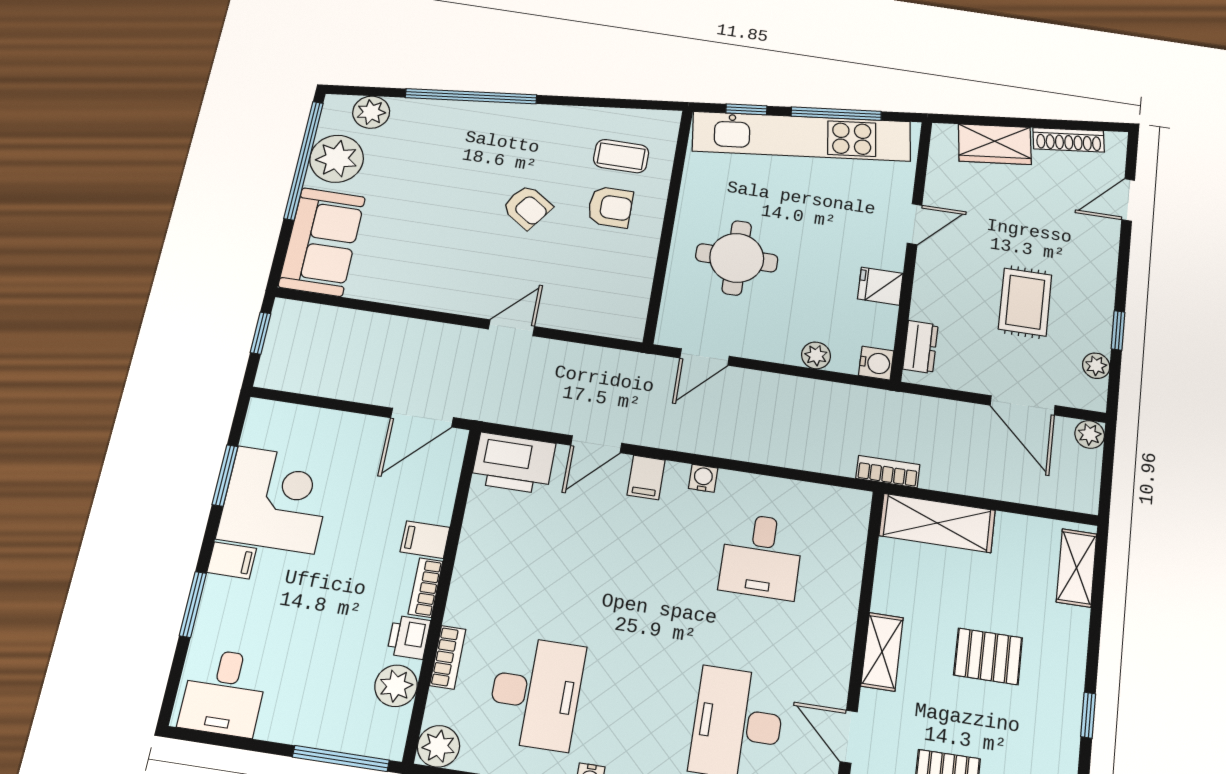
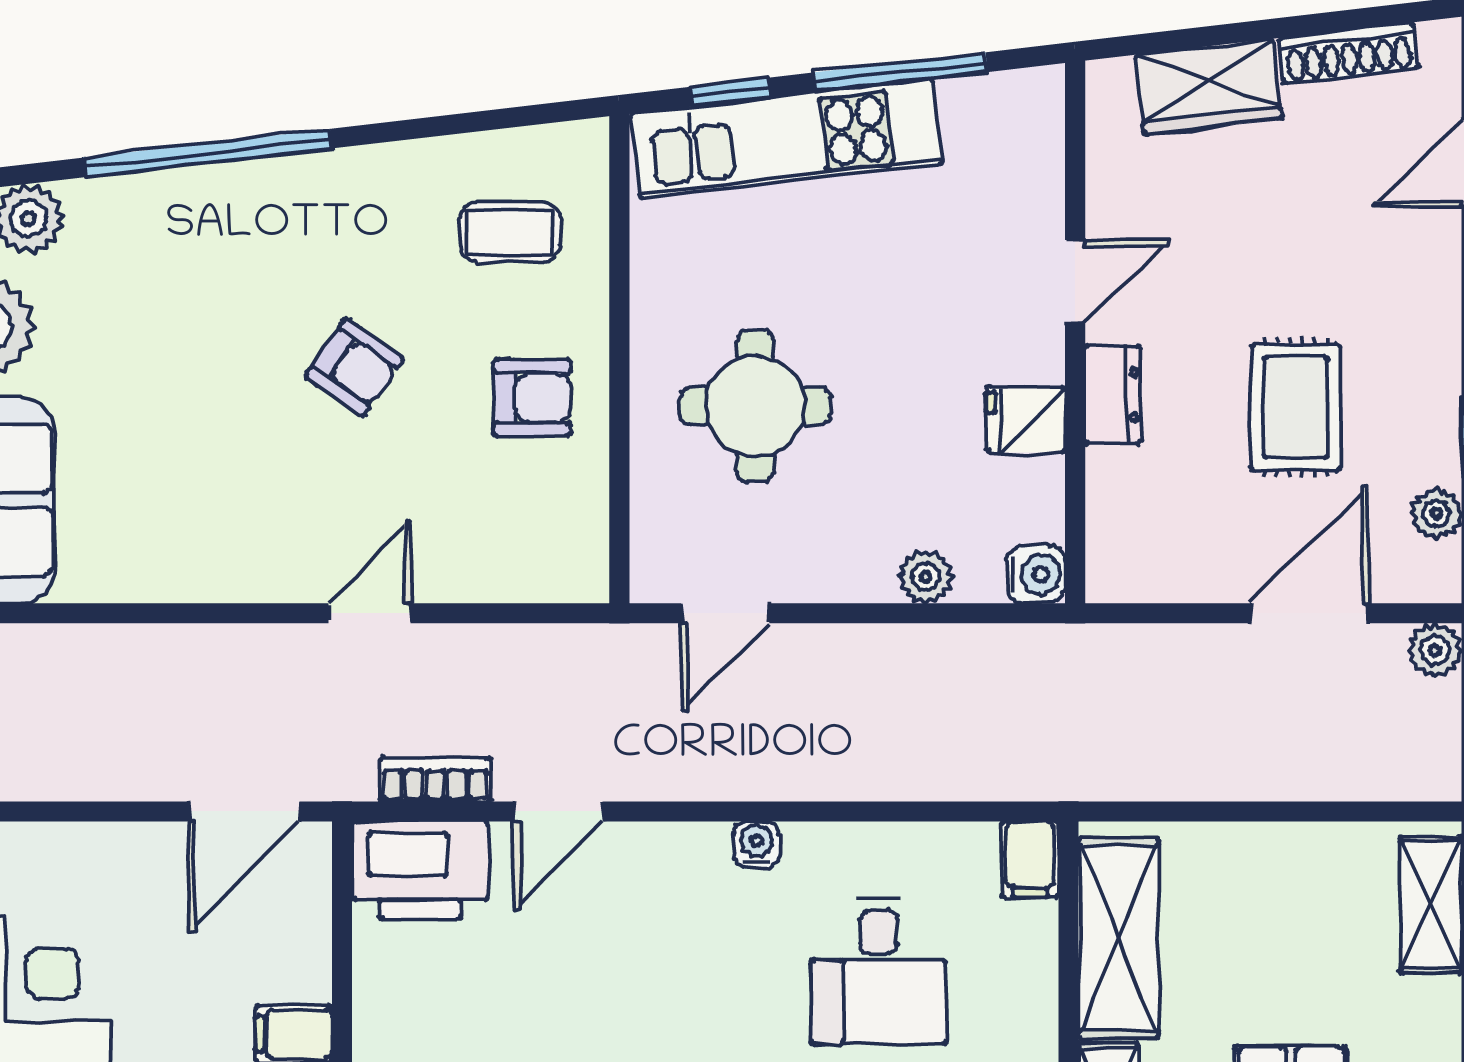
kitchen unit: (802, 136) -> (787, 139), width x0.73
armchair: (610, 207) -> (532, 398), moved
dresser: (920, 347) -> (1113, 395), moved
door: (1023, 405) -> (1309, 613), swing flipped
bookcase: (888, 472) -> (435, 779), moved
filing cabinet: (646, 477) -> (1030, 859), moved
shelving: (937, 523) -> (1118, 938), moved, turned 90

